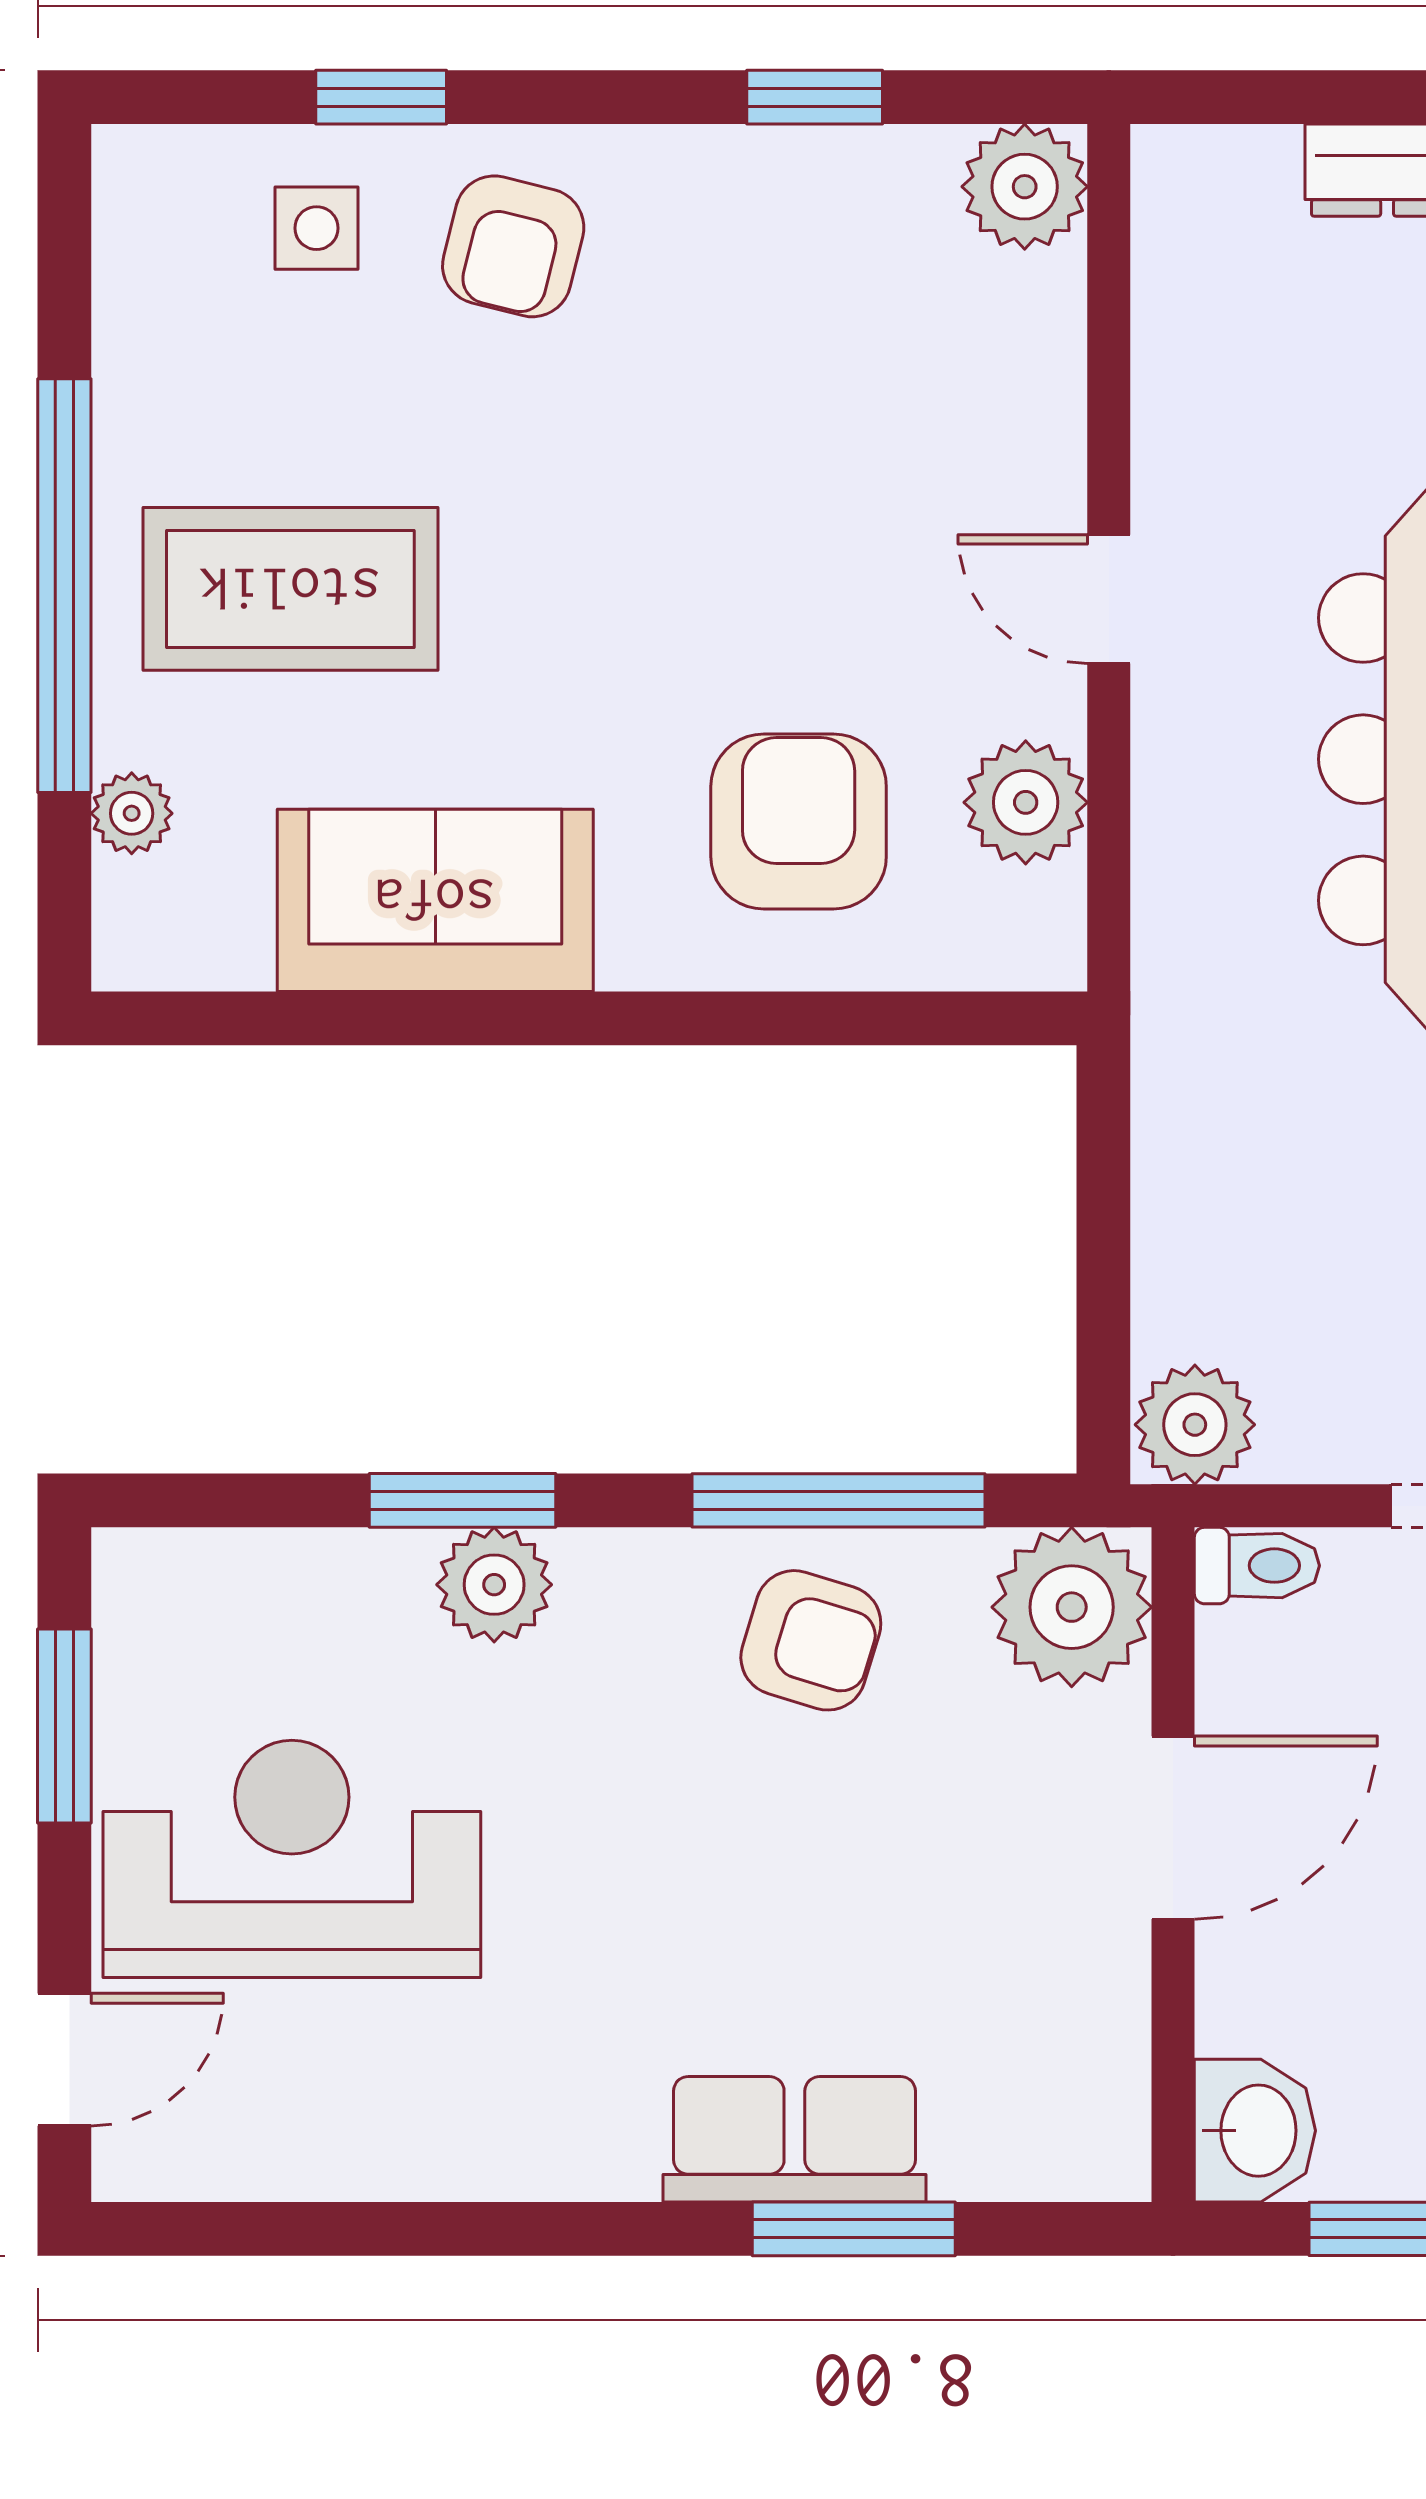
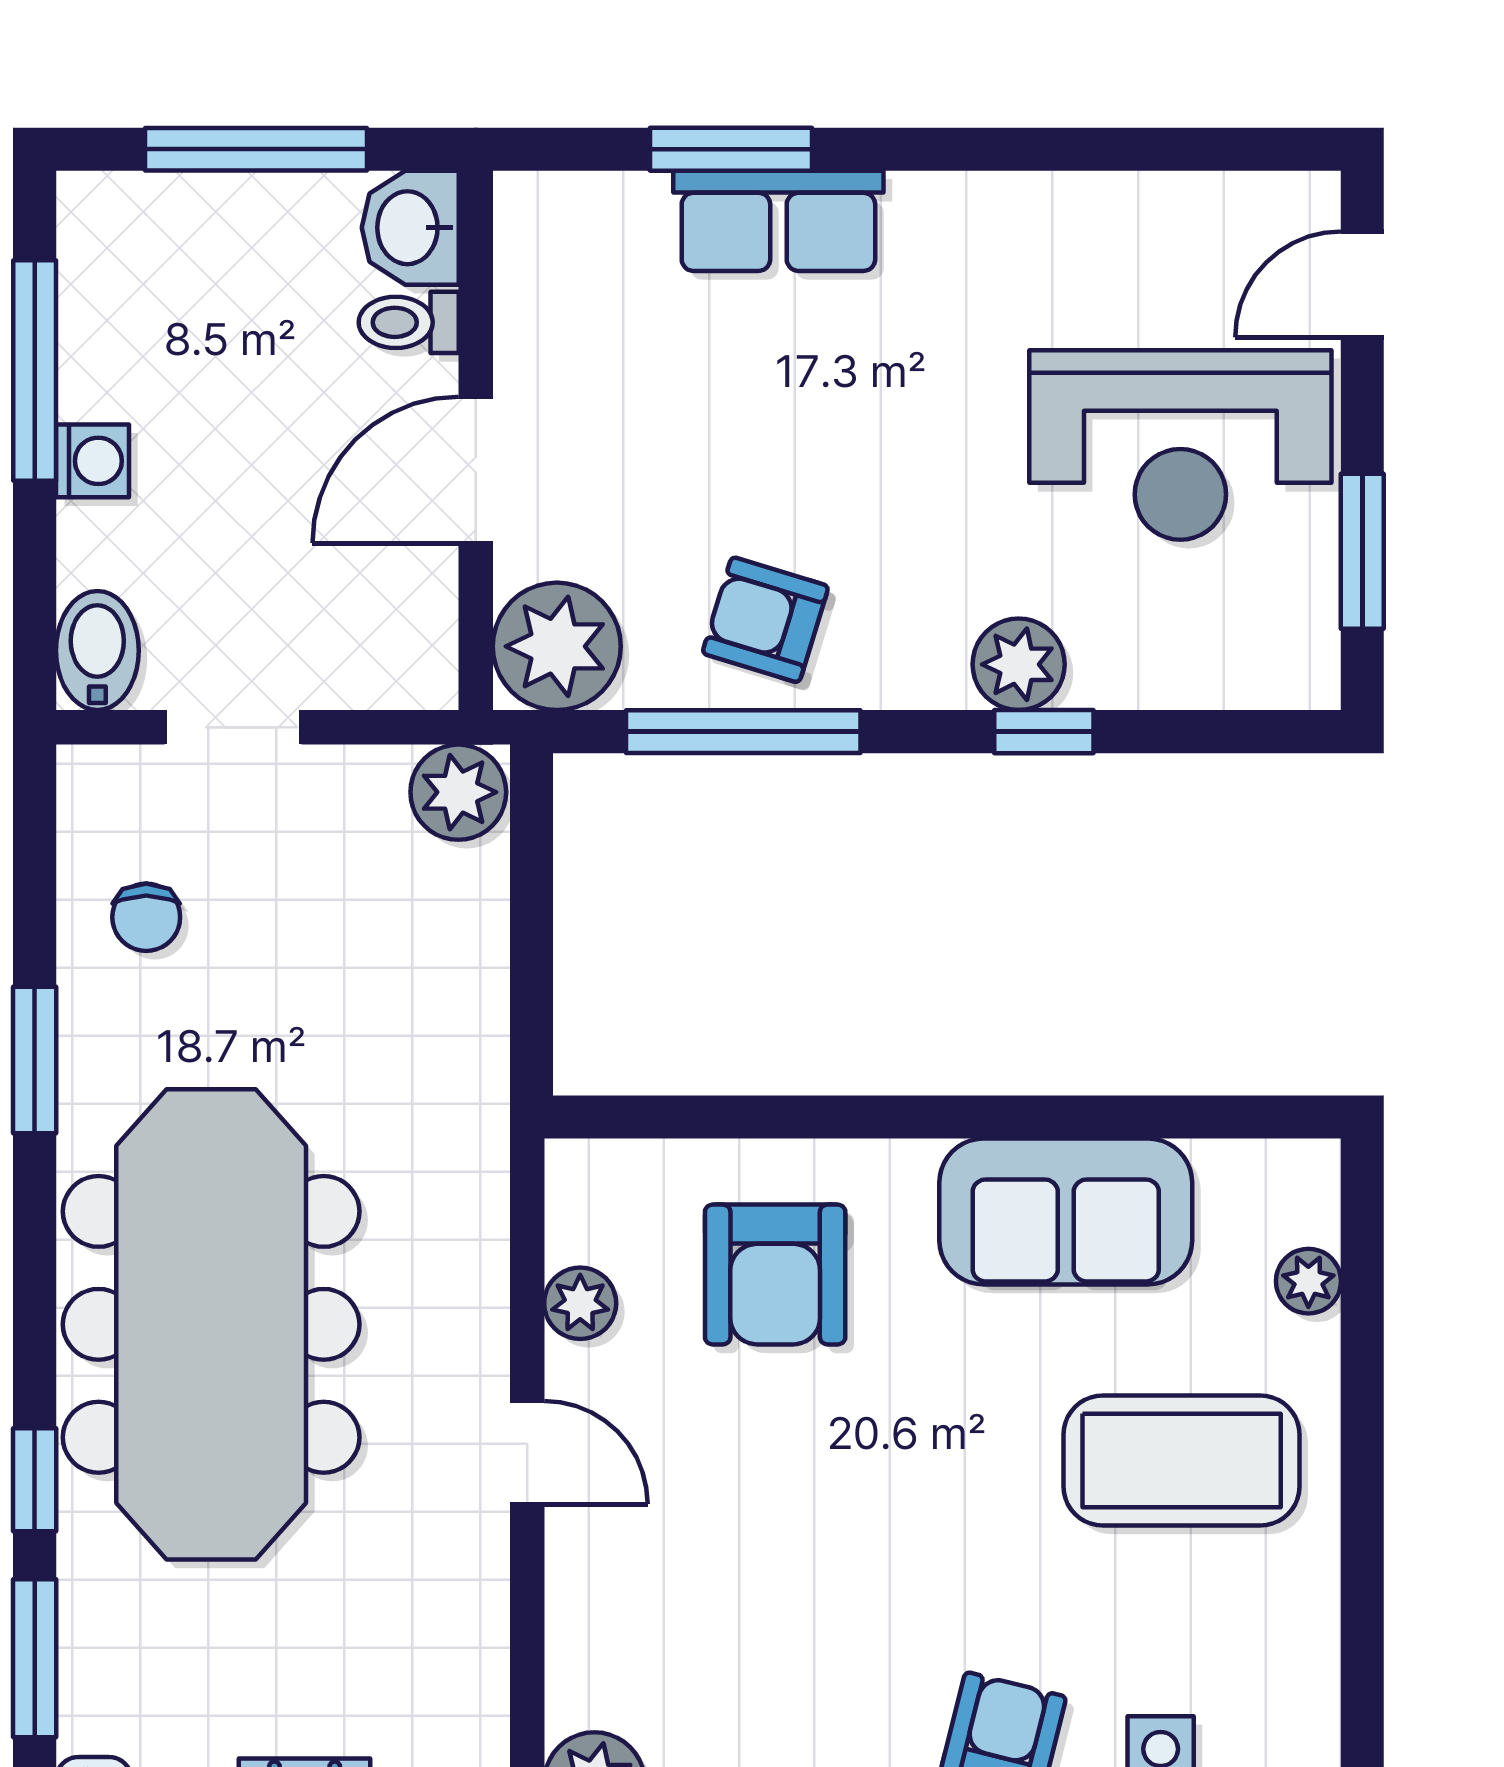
window: (64, 586) -> (1362, 1463), removed
plant: (1026, 802) -> (580, 1303), width x0.73, depth x0.73
window: (463, 1500) -> (1044, 732), width x0.67
toilet: (1257, 1566) -> (409, 322), moved

